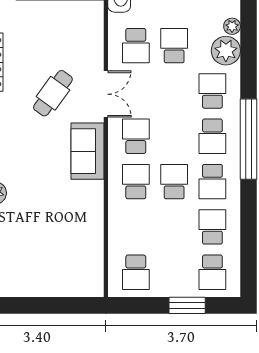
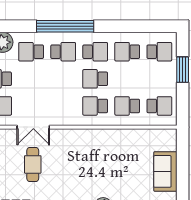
cafe table: (53, 93) -> (33, 164), turned 54
double door: (106, 94) -> (33, 127), swing flipped
school desk: (136, 136) -> (127, 106), moved
sofa: (88, 151) -> (165, 171), moved, turned 90

